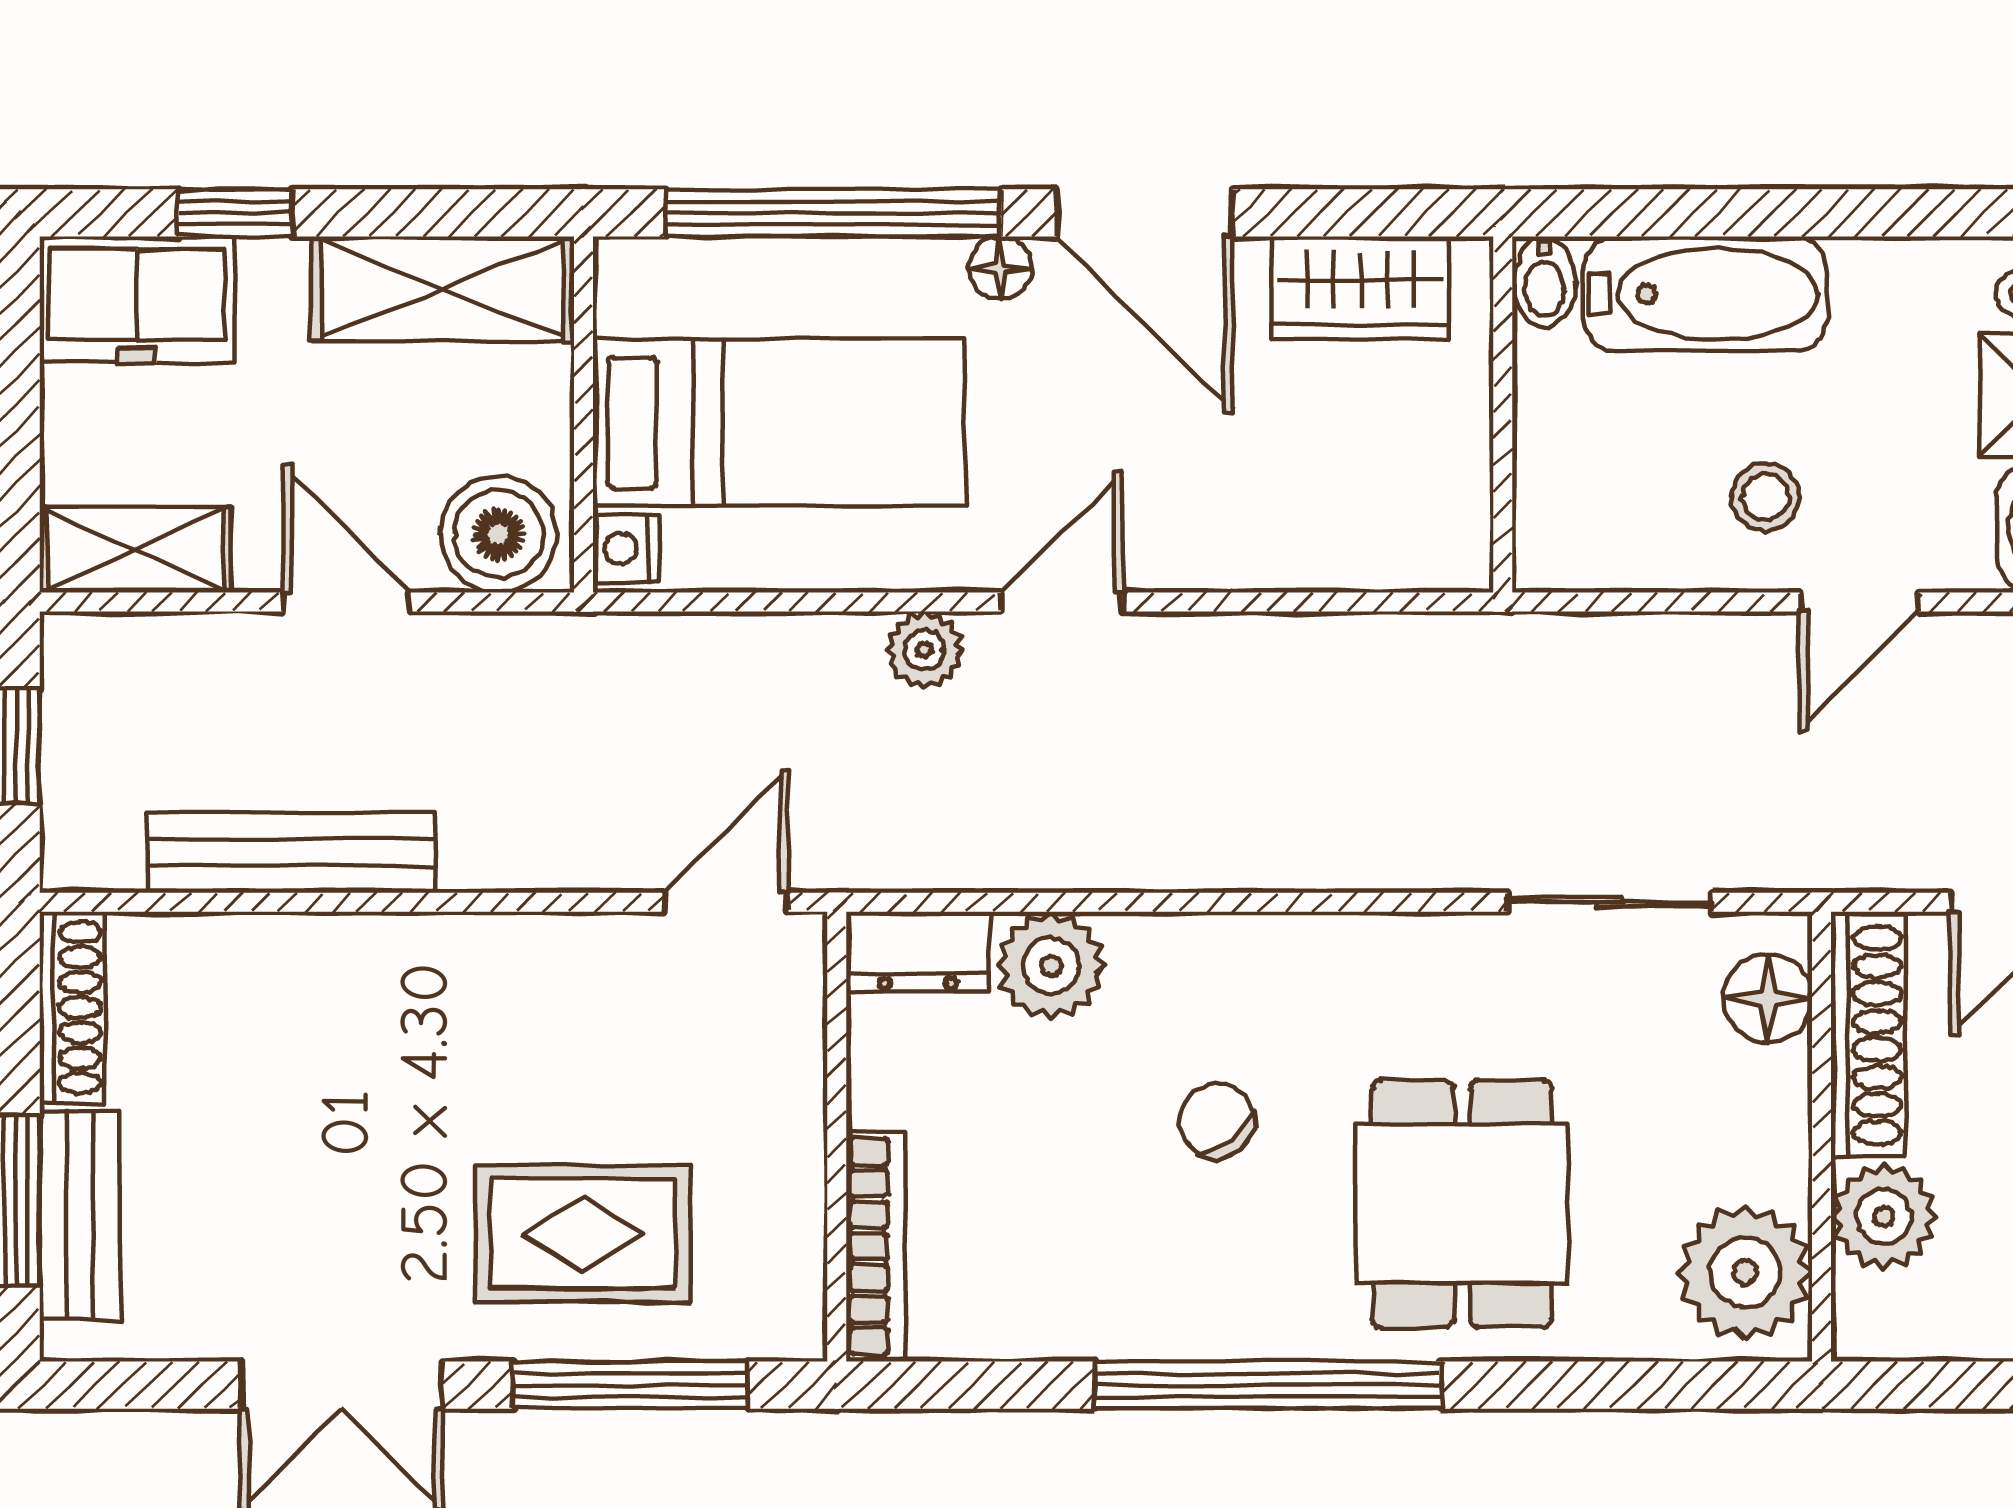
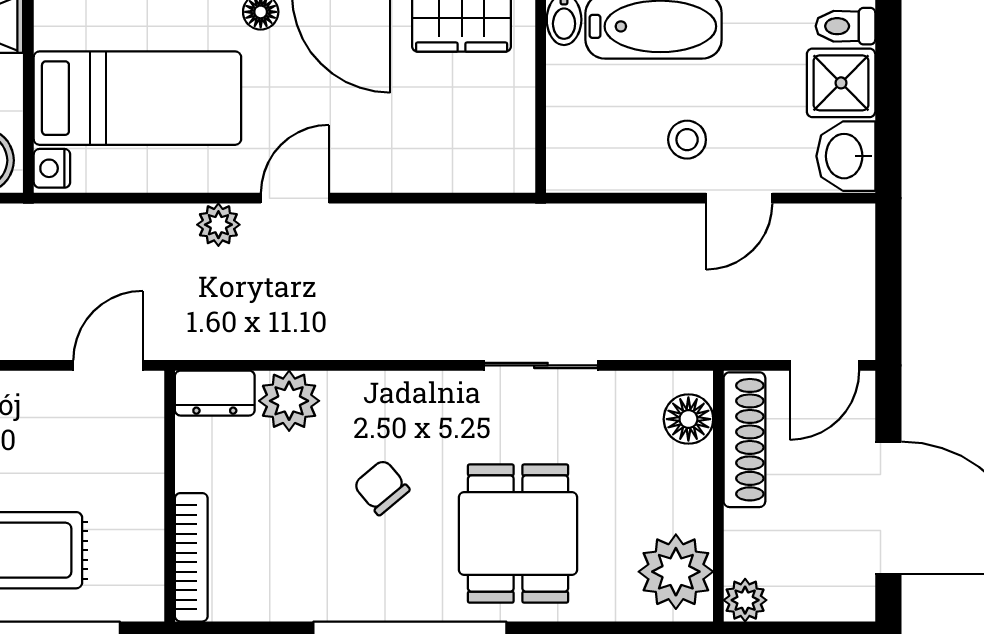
sliding door: (1609, 902) -> (541, 365), moved
plant: (1884, 1217) -> (745, 600), moved, width x0.73, depth x0.73

